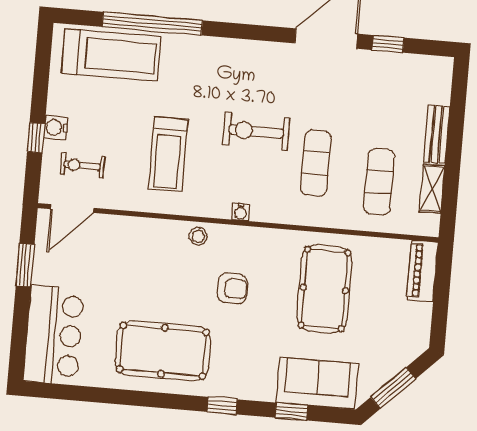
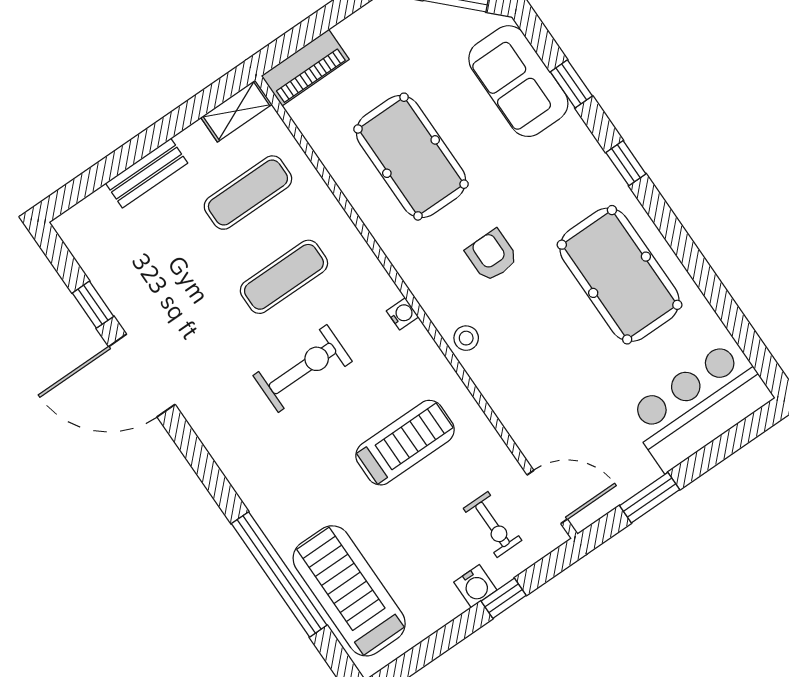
exercise bike: (256, 131) -> (303, 369), turned -90
shelving: (432, 189) -> (236, 111), moved
pool table: (324, 289) -> (411, 157), turned 90

